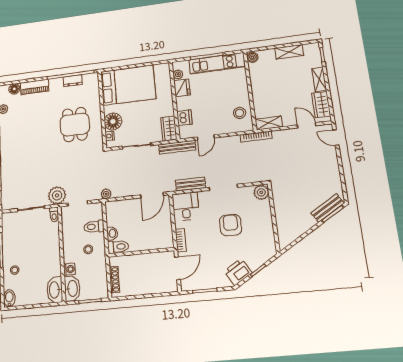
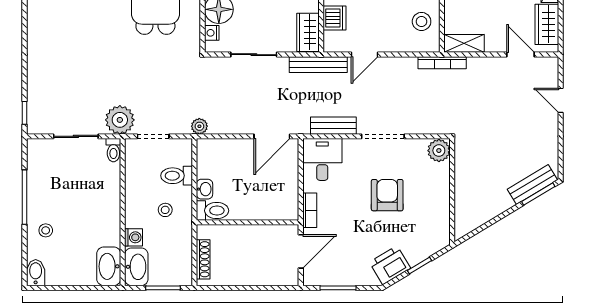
door: (336, 138) -> (561, 100), moved

